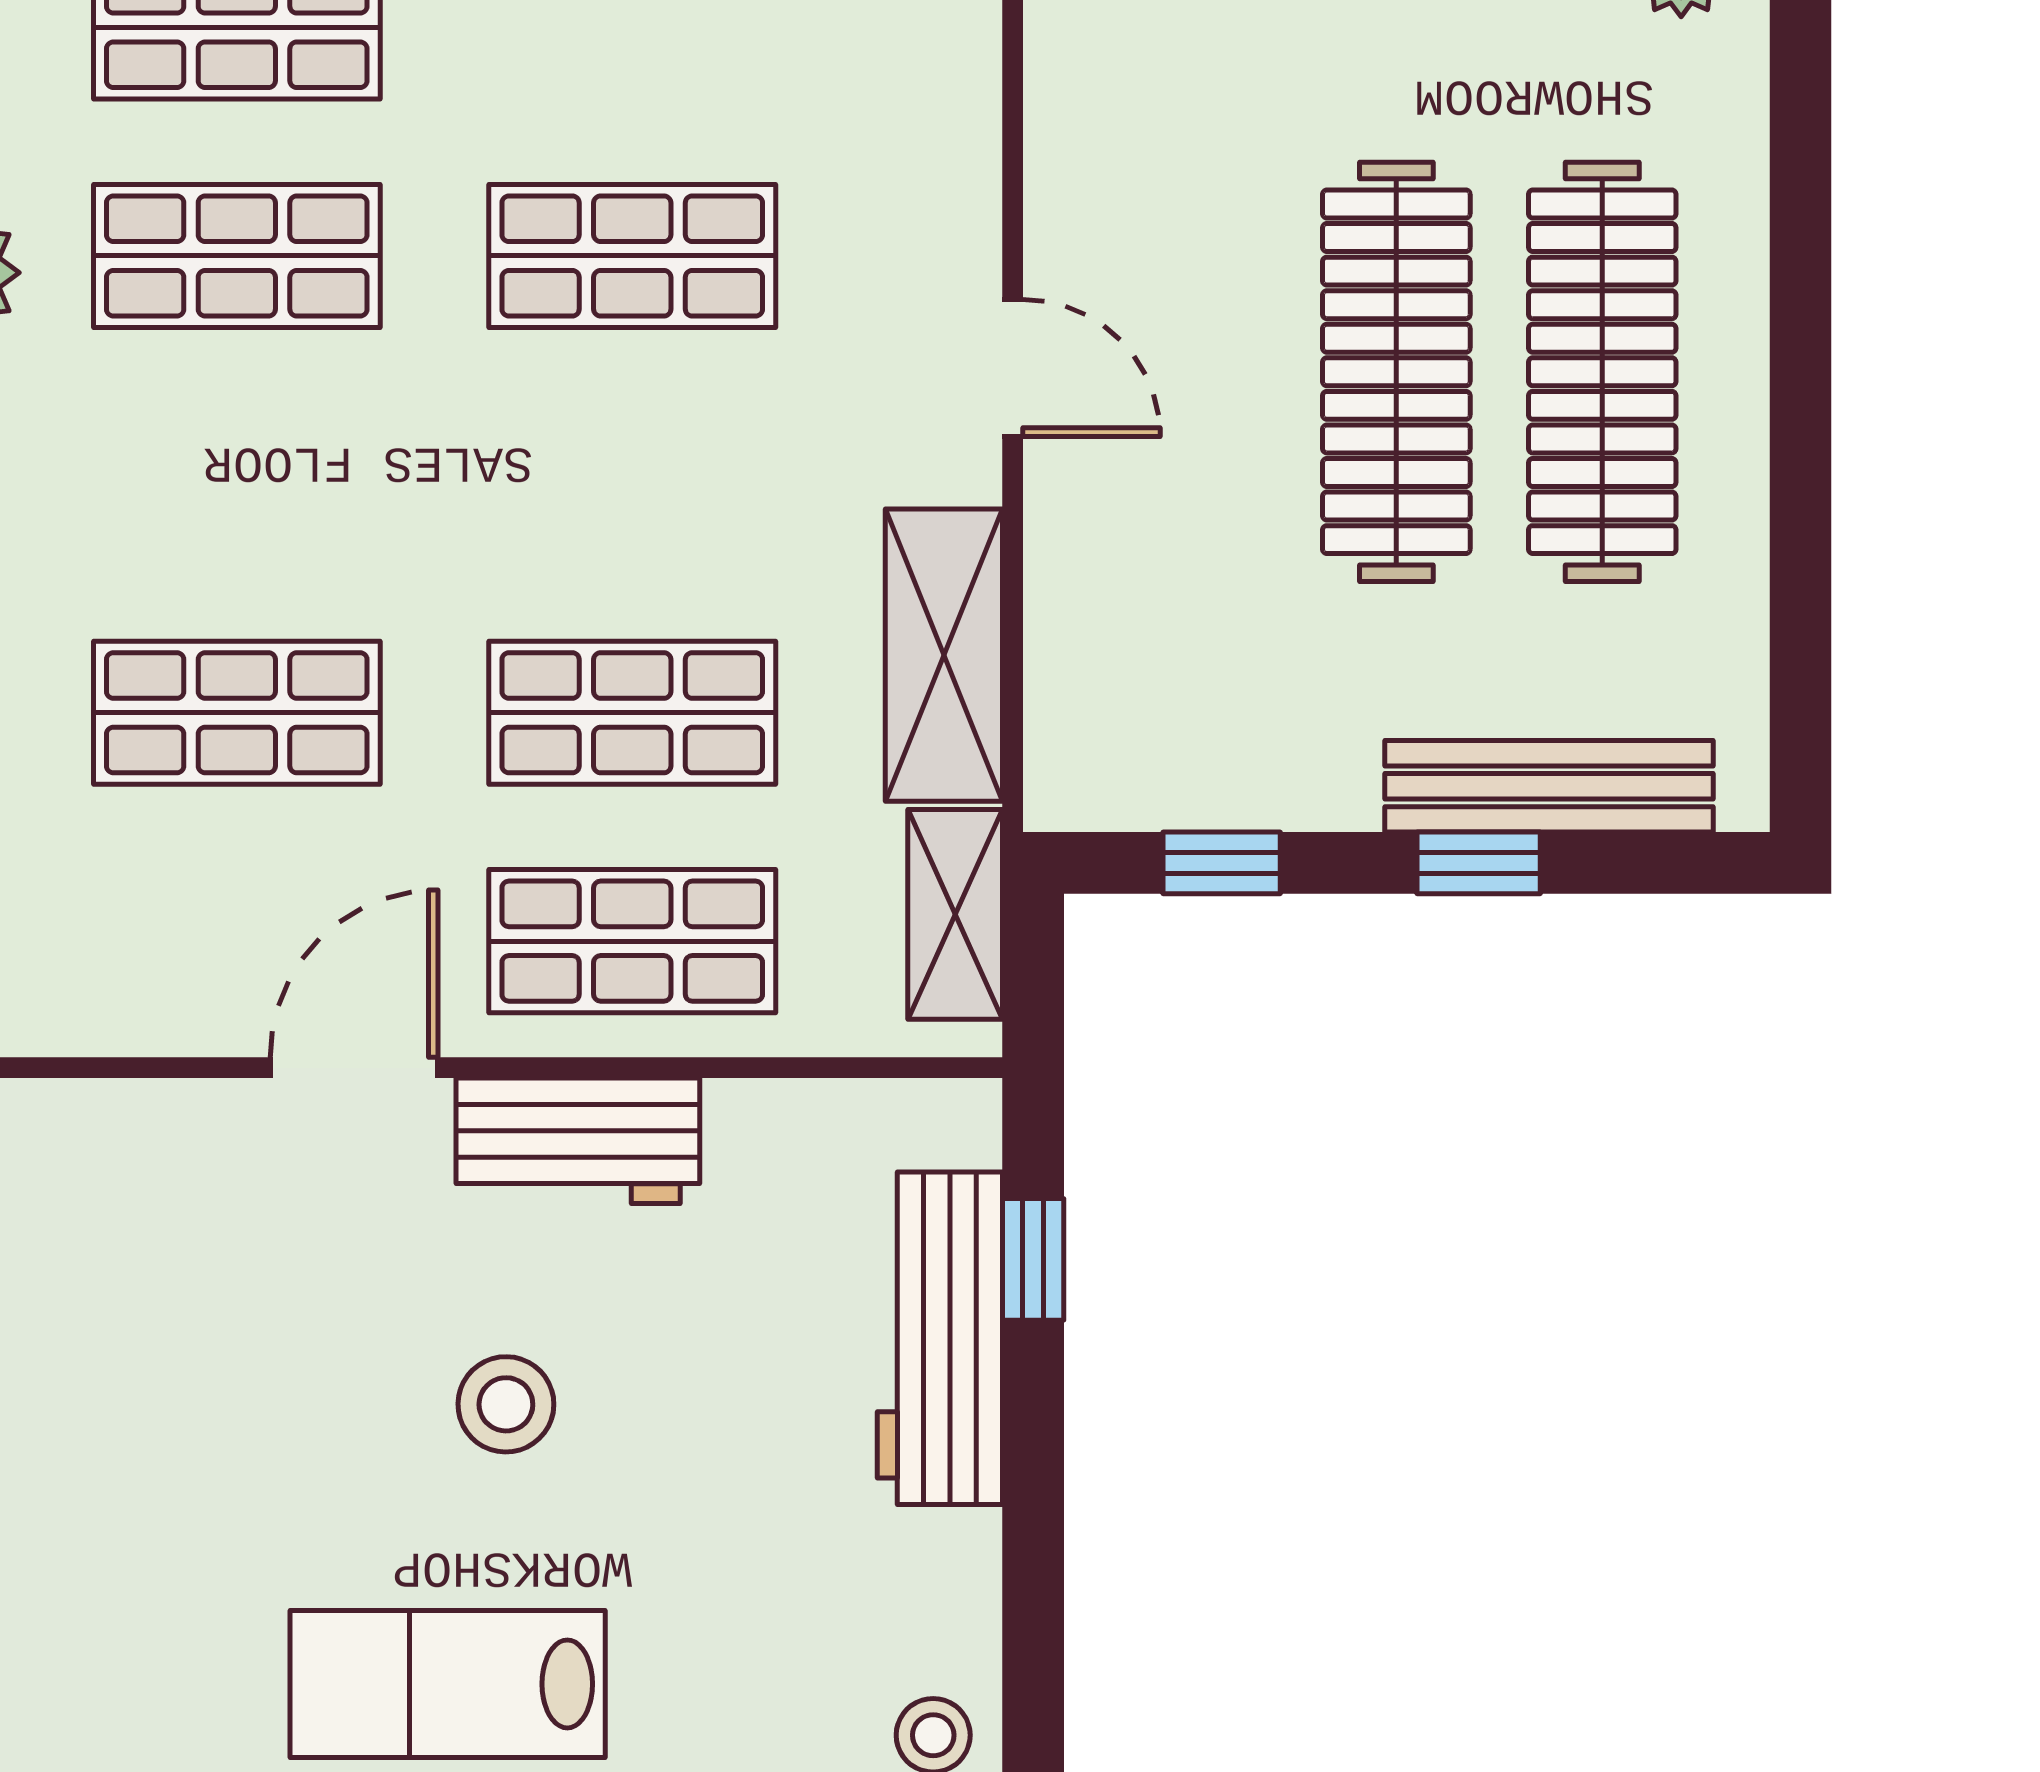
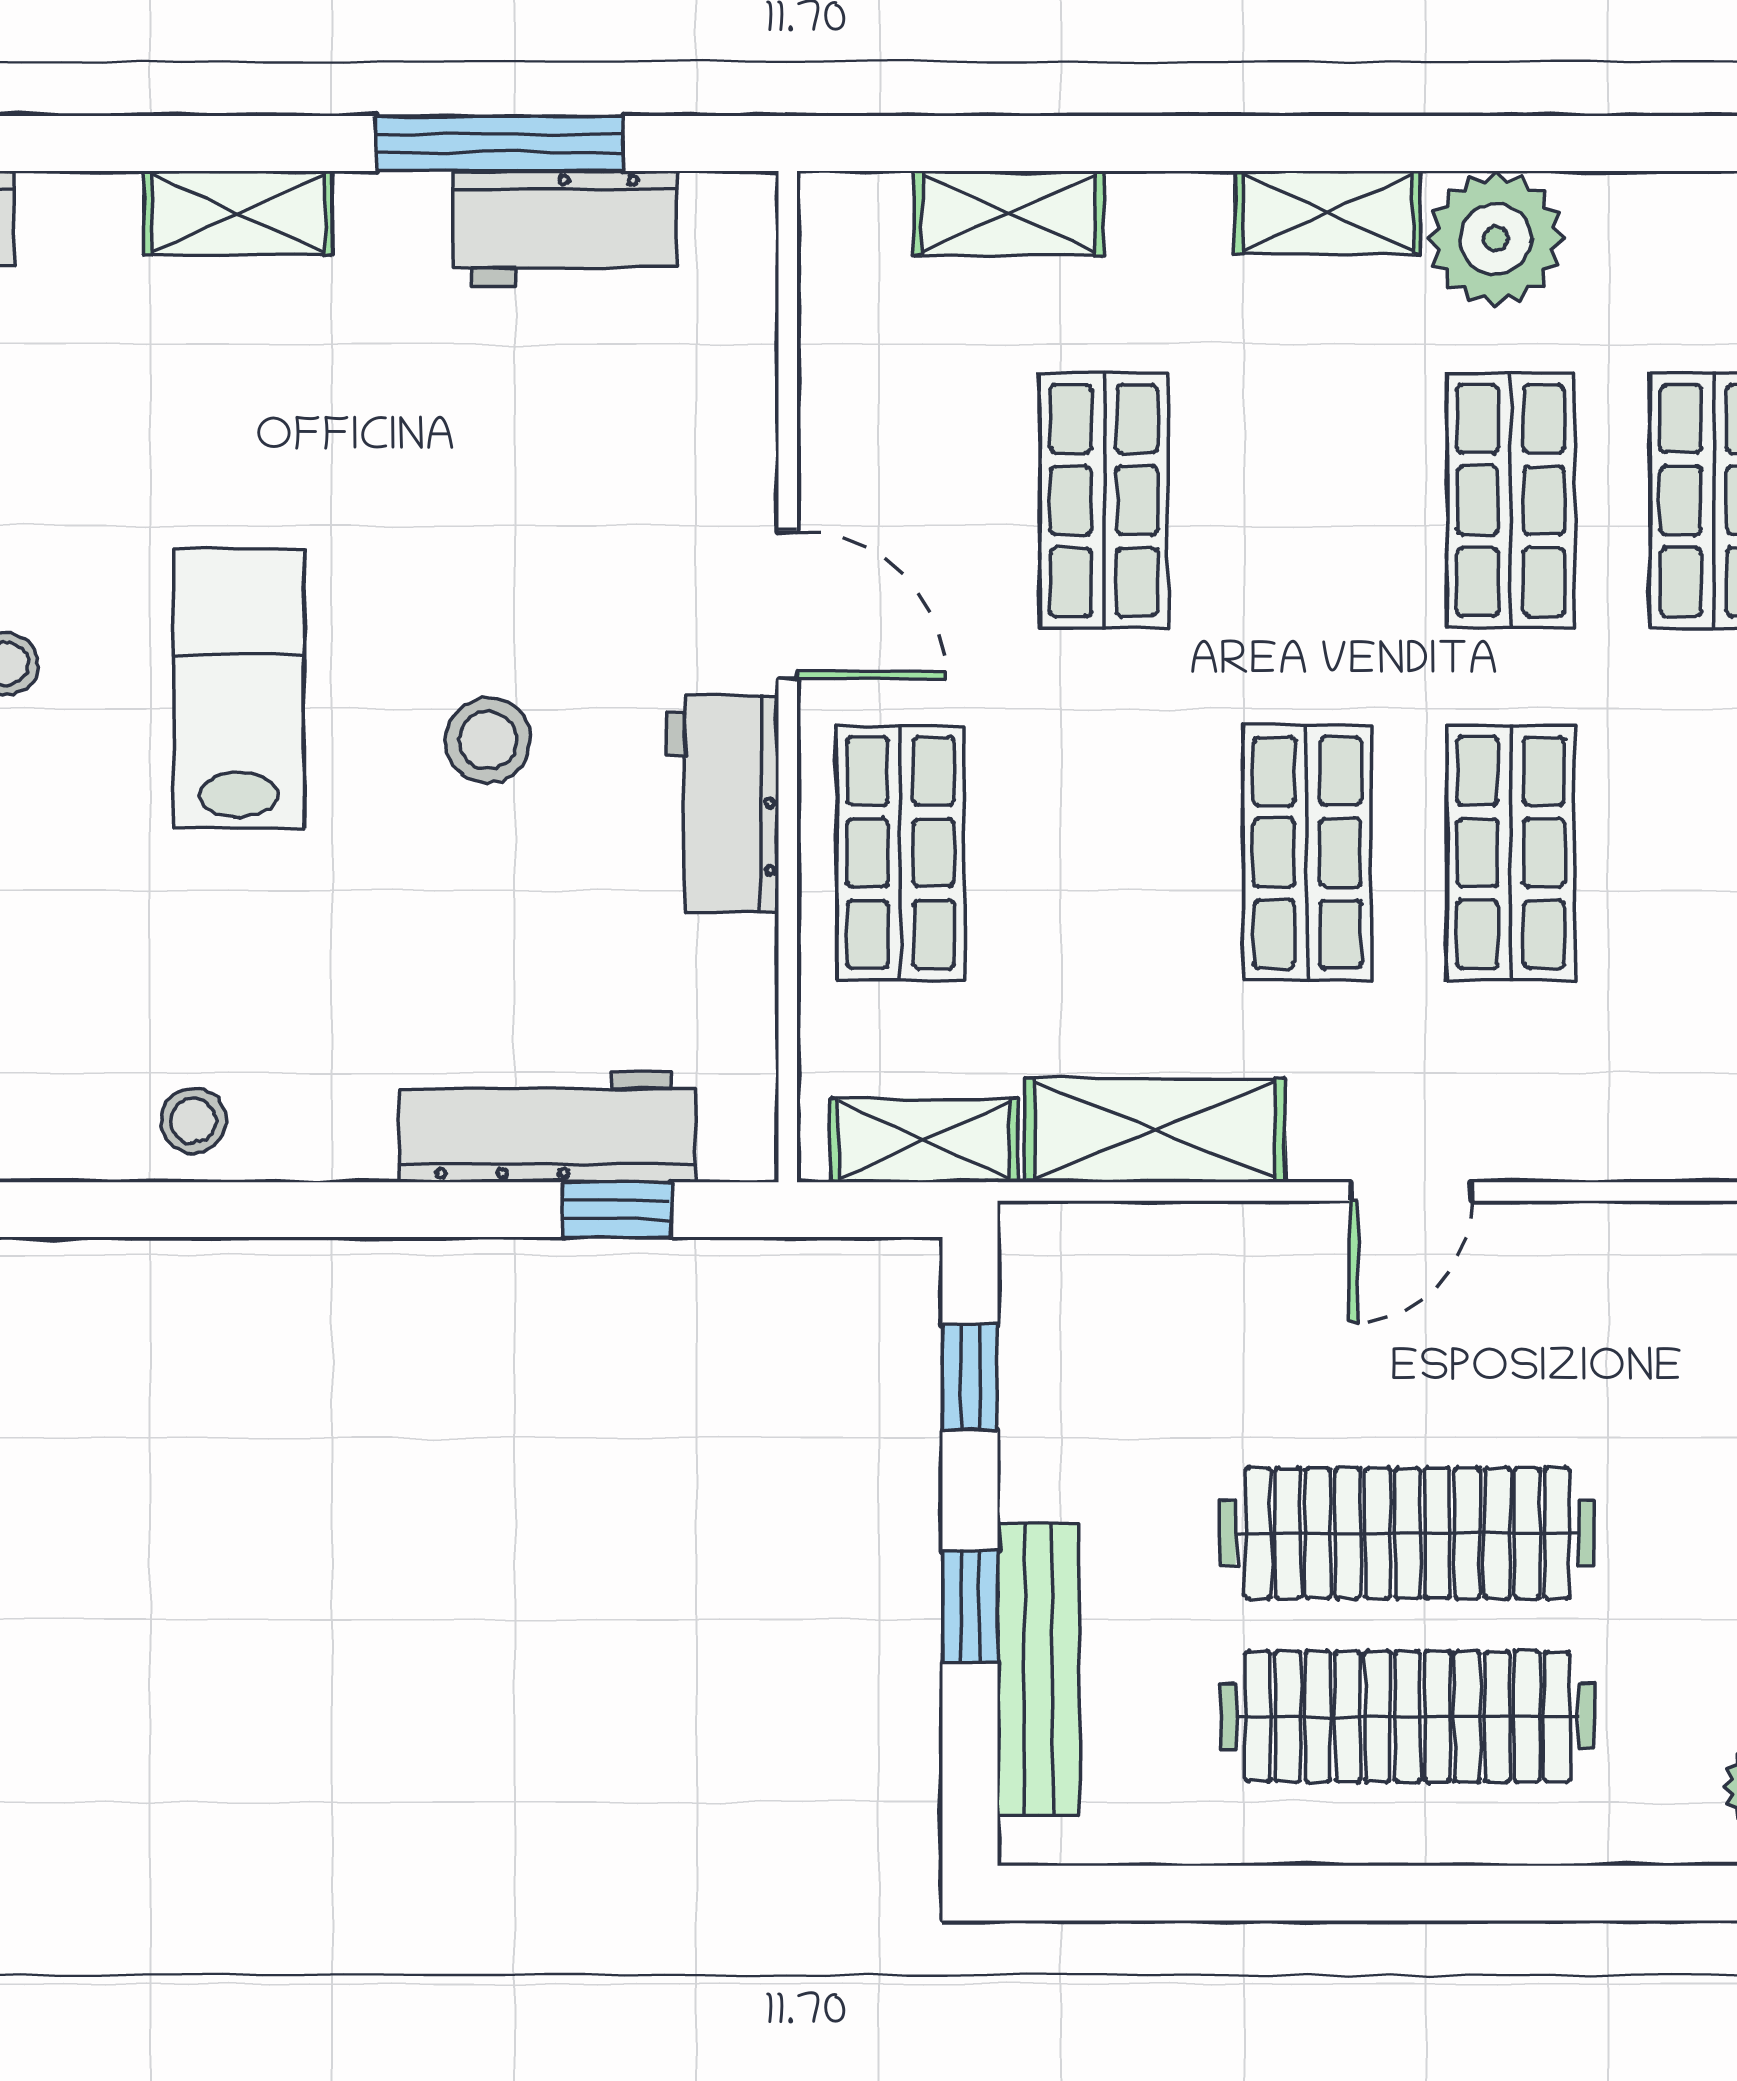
shop shelf: (632, 713) -> (1307, 853), moved

